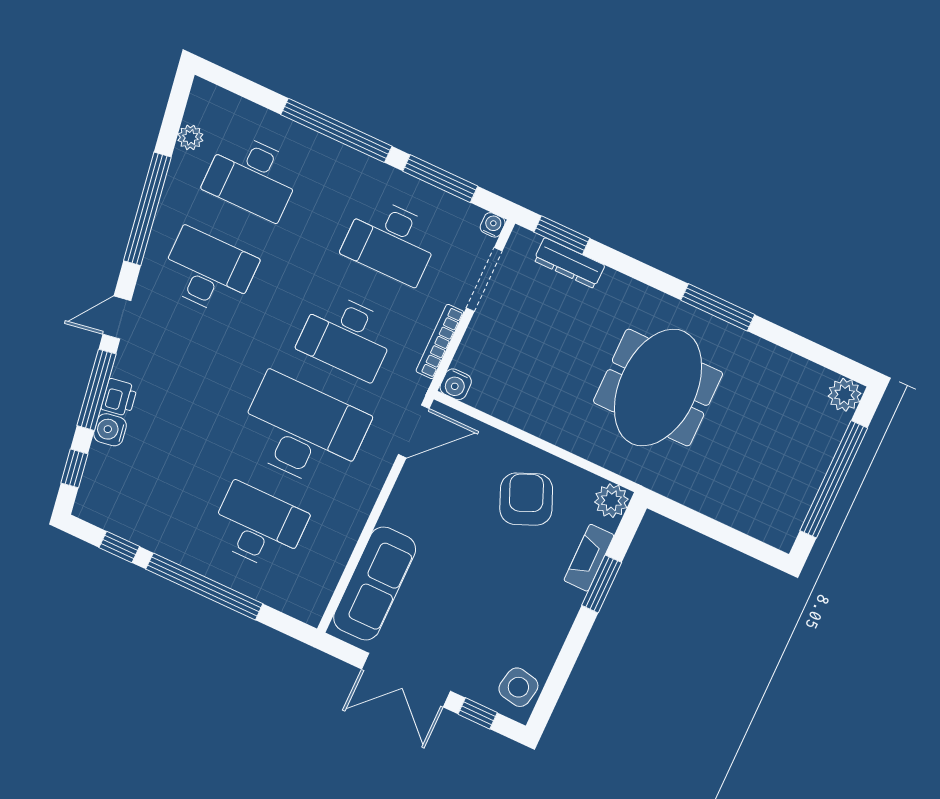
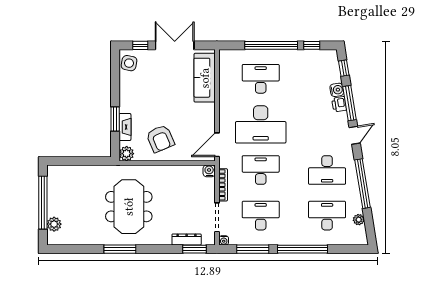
plant: (845, 395) -> (54, 224), moved
desk: (258, 527) -> (261, 79), turned 180

